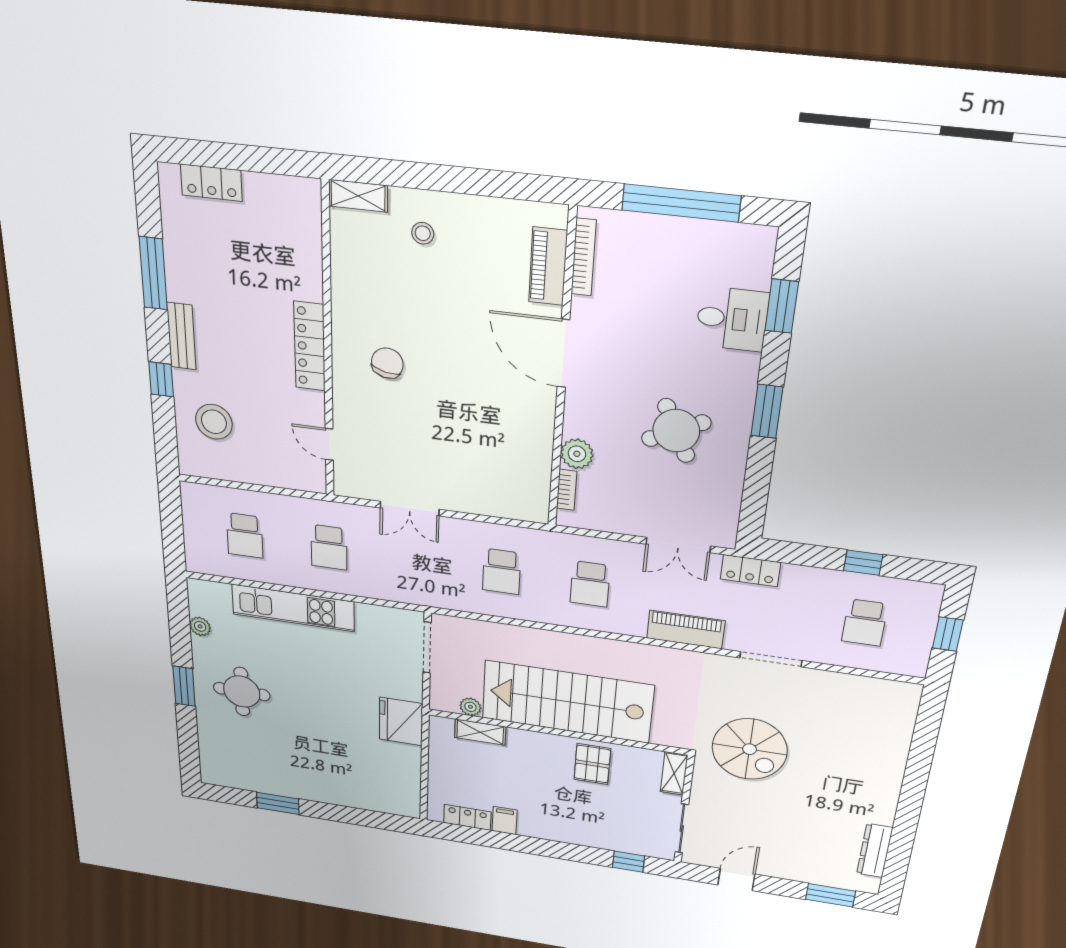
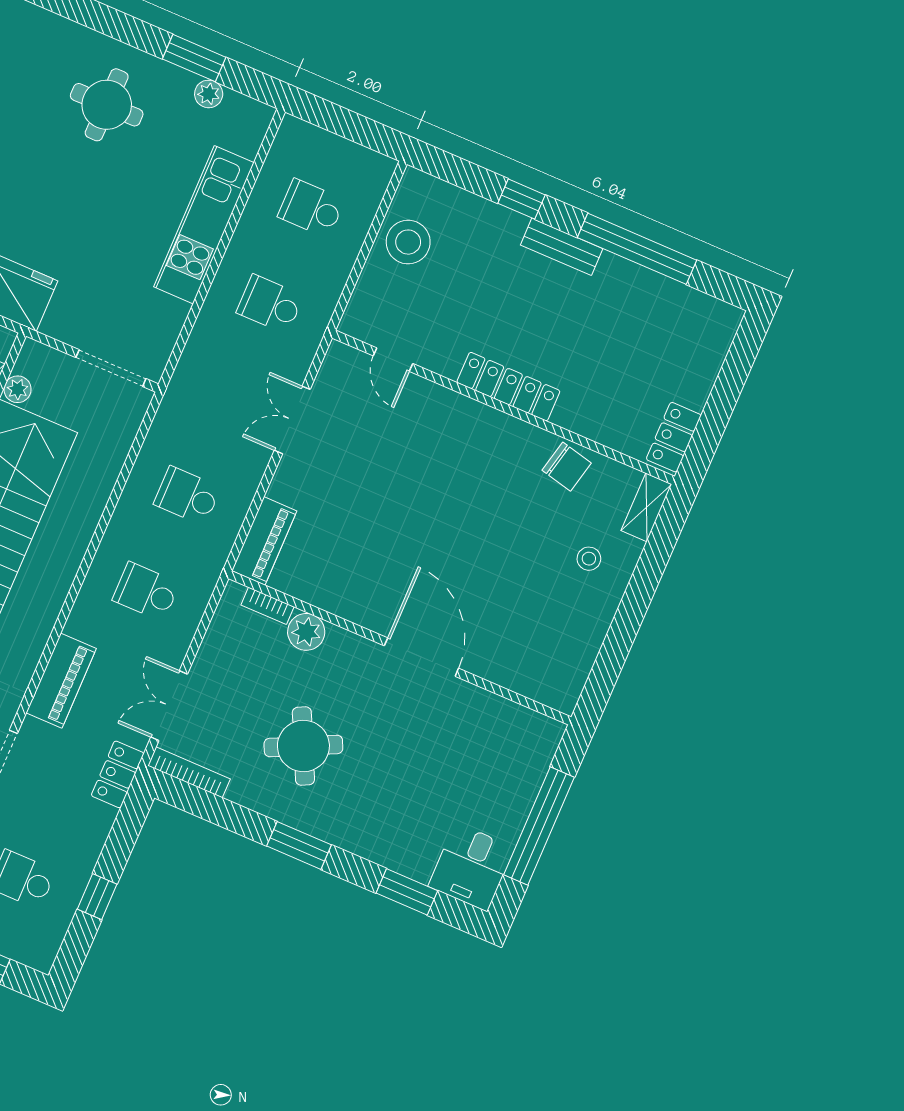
locker: (211, 183) -> (674, 437), moved
bookcase: (584, 257) -> (189, 772), moved, turned 180
piano: (548, 266) -> (264, 541), moved, turned 90
window: (153, 273) -> (637, 249), width x1.46
desk: (732, 319) -> (471, 867), moved
door: (563, 353) -> (421, 657), hinge flipped
chair: (387, 363) -> (567, 467), moved
stool: (214, 422) -> (408, 242), moved
door: (329, 444) -> (393, 360), swing flipped
window: (184, 686) -> (194, 58), moved

